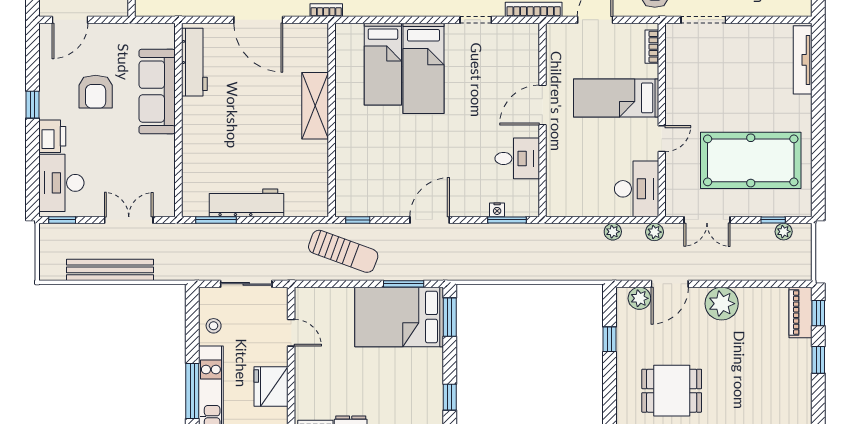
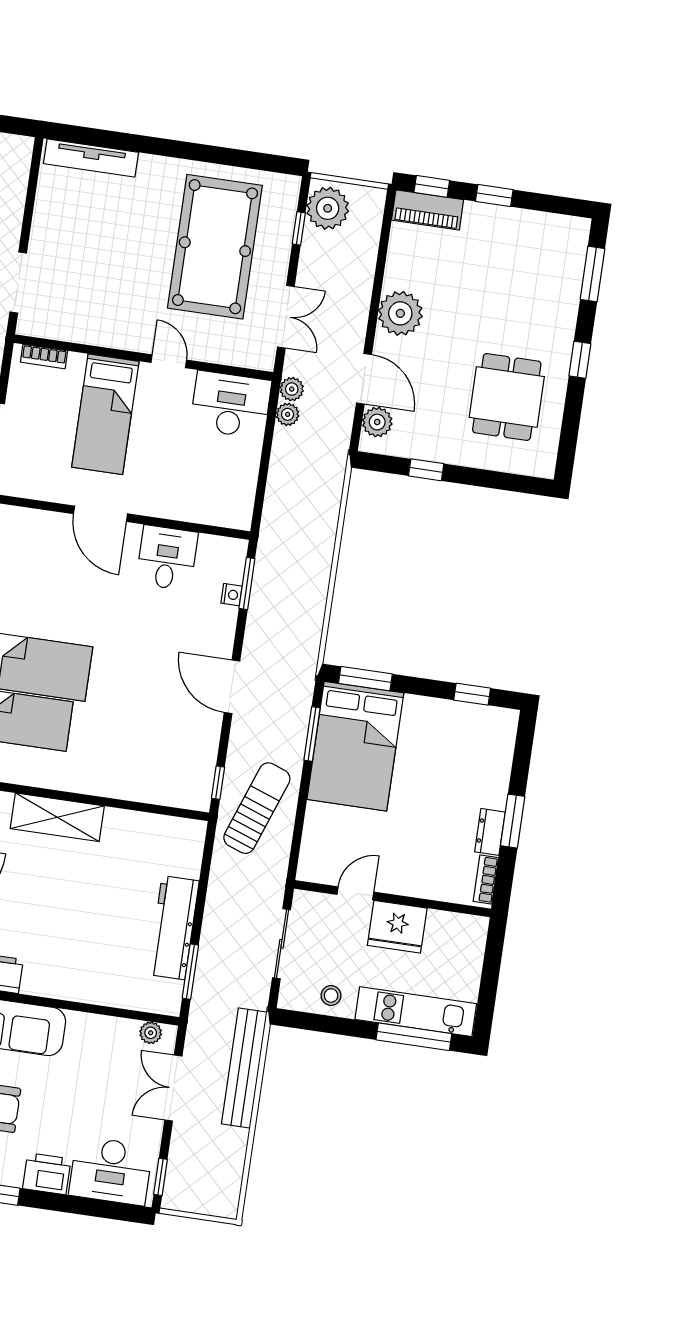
plant: (167, 197) -> (151, 1033), added
plant: (613, 232) -> (288, 414), moved
plant: (784, 232) -> (328, 208), width x1.88, depth x1.88
bench: (110, 270) -> (244, 1068), moved
fridge: (271, 386) -> (397, 927), moved

